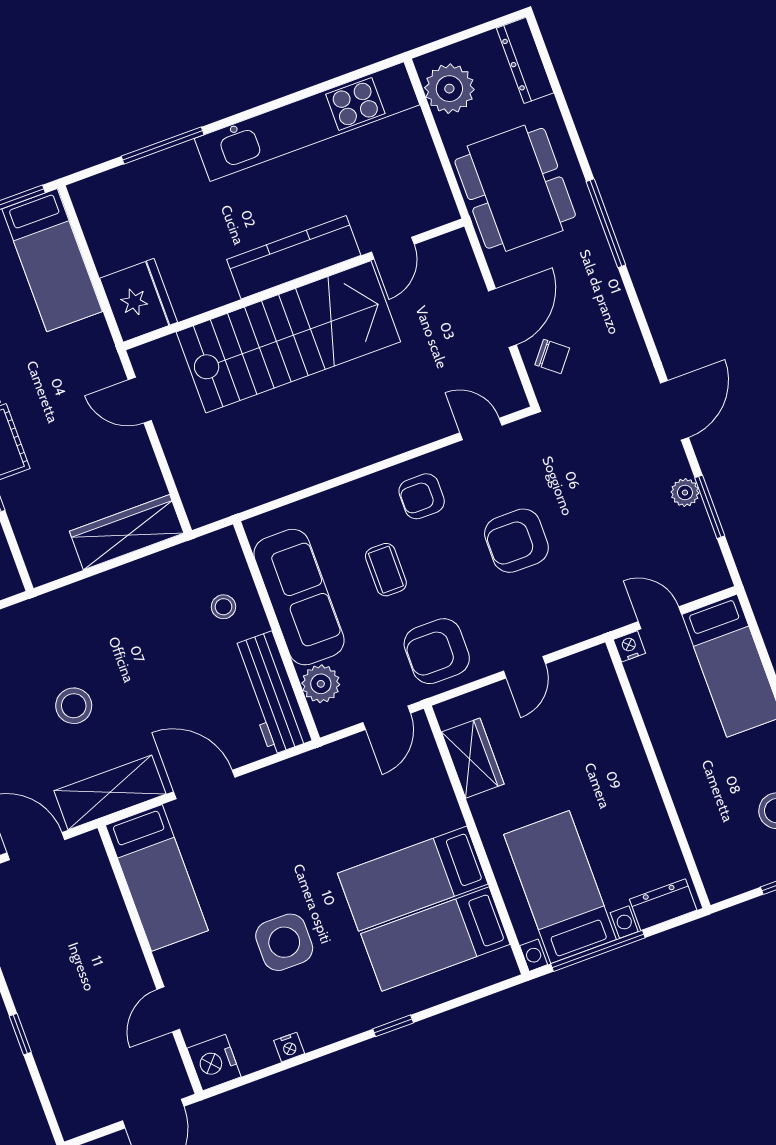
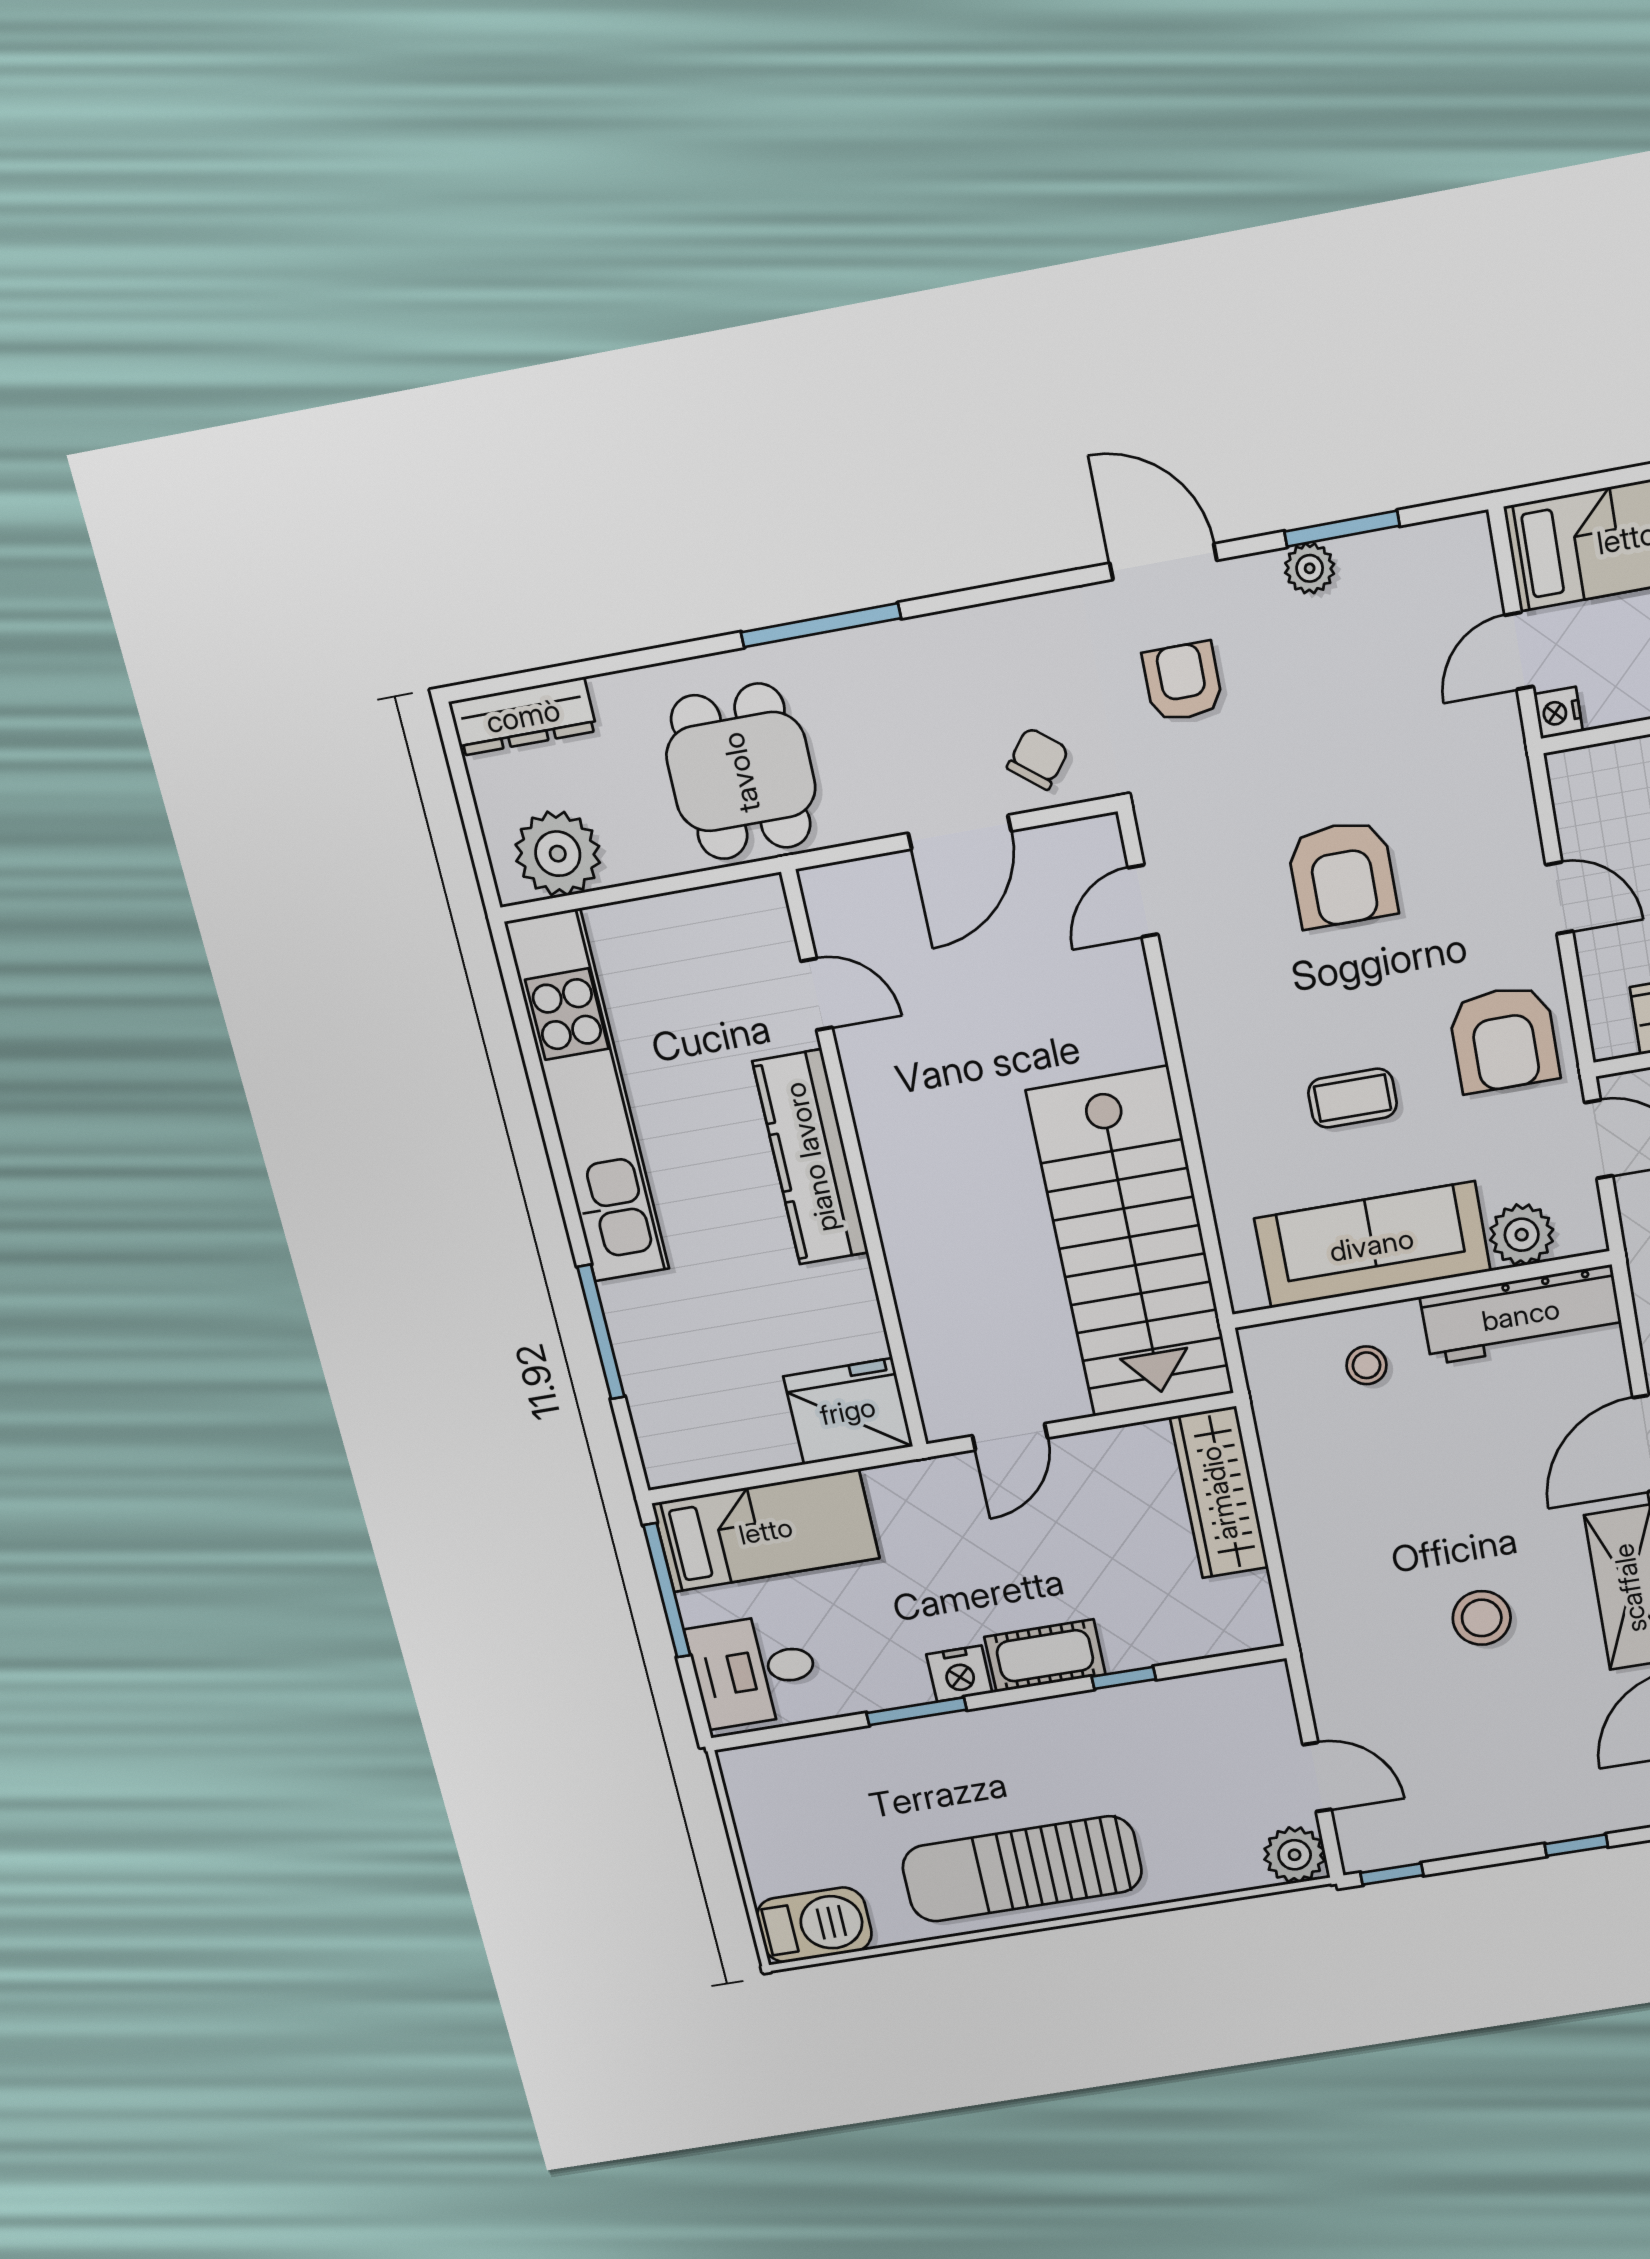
dining table: (515, 188) -> (741, 772), width x0.73
door: (502, 318) -> (960, 832), swing flipped
stairs: (288, 337) -> (1131, 1243), moved, turned 180
armchair: (422, 496) -> (1183, 682), moved, turned 180

